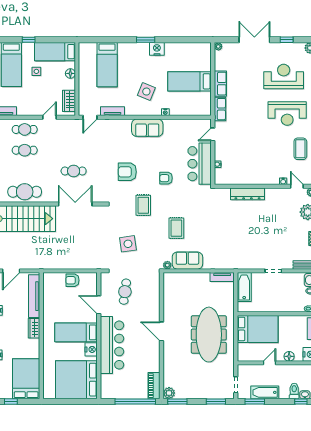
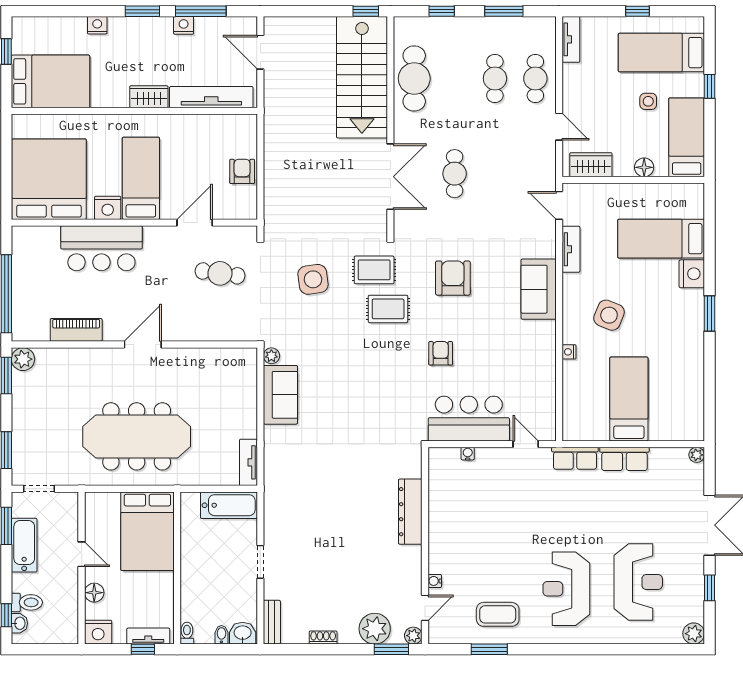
nightstand: (157, 49) -> (692, 274), moved
sofa: (147, 128) -> (539, 289), moved
rug: (176, 228) -> (374, 270), moved
bar counter: (112, 345) -> (101, 248), width x0.73
piano: (154, 386) -> (76, 330), moved

